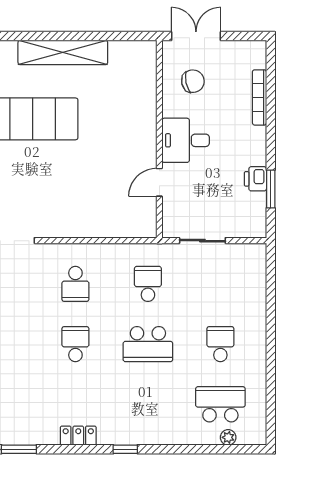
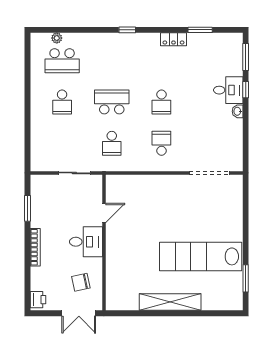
bookcase: (259, 97) -> (35, 247), moved
printer: (255, 179) -> (38, 300), moved
locker: (78, 436) -> (173, 39), moved

